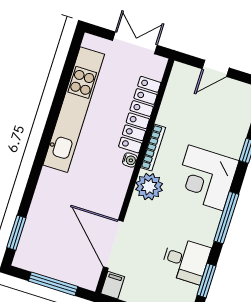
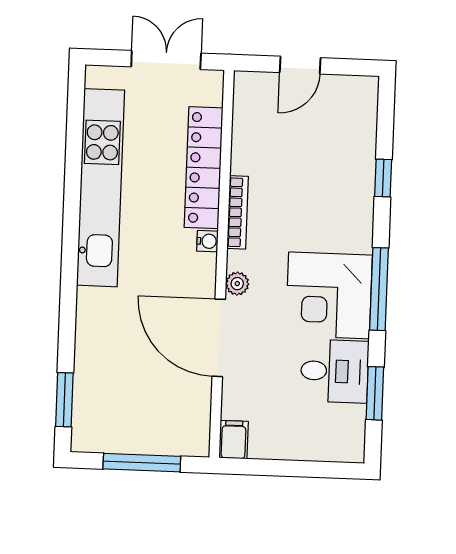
corner desk: (206, 178) -> (329, 295), moved
plant: (149, 187) -> (237, 284), width x0.53, depth x0.53
door: (113, 244) -> (219, 338), moved

